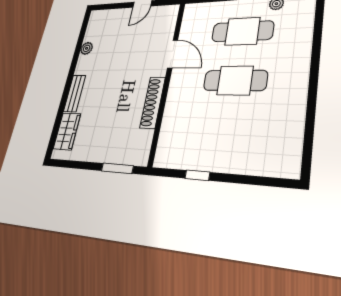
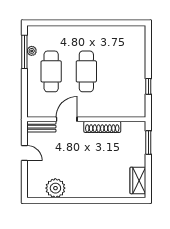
plant: (87, 48) -> (55, 188), width x1.88, depth x1.88
bench: (75, 93) -> (41, 127), moved
wardrobe: (67, 131) -> (138, 180), moved, turned -90

